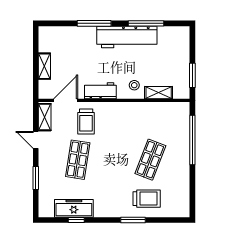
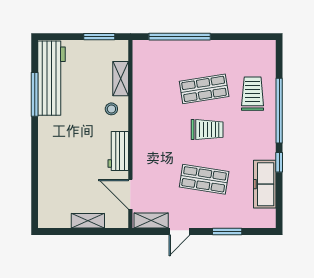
window: (94, 23) -> (35, 159), removed
workbench: (127, 37) -> (51, 78), moved
trolley: (86, 121) -> (207, 130), moved
shop shelf: (150, 160) -> (204, 89), turned -30
window: (76, 220) -> (279, 162), moved
window: (133, 220) -> (279, 111), width x2.11

